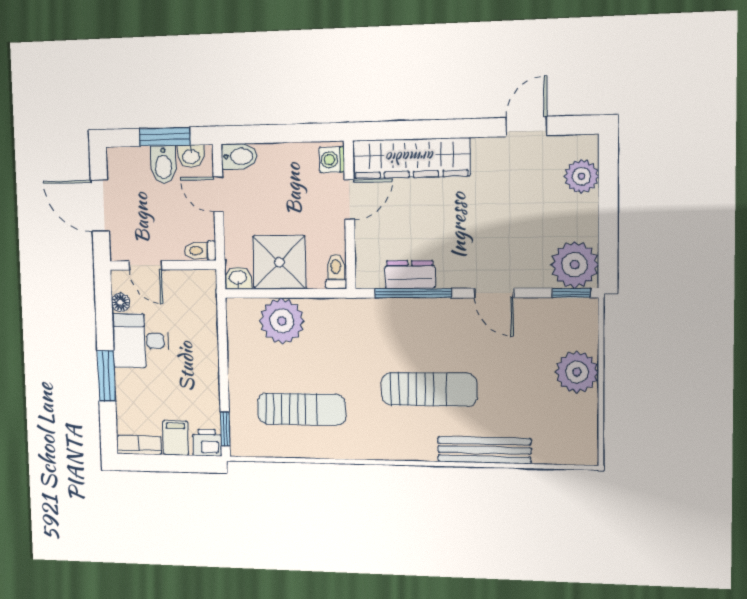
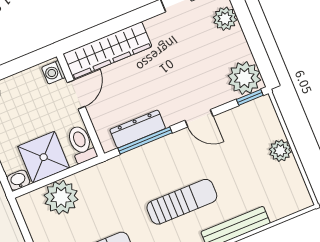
toilet: (336, 272) -> (81, 144), width x1.37, depth x1.39
dresser: (410, 275) -> (138, 129), width x1.44
plant: (577, 372) -> (280, 151), width x0.73, depth x0.73

